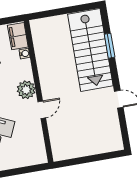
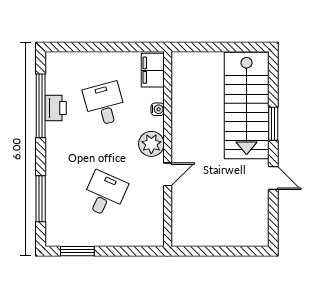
window: (110, 46) -> (273, 124), moved
water cooler: (25, 54) -> (158, 109), moved

